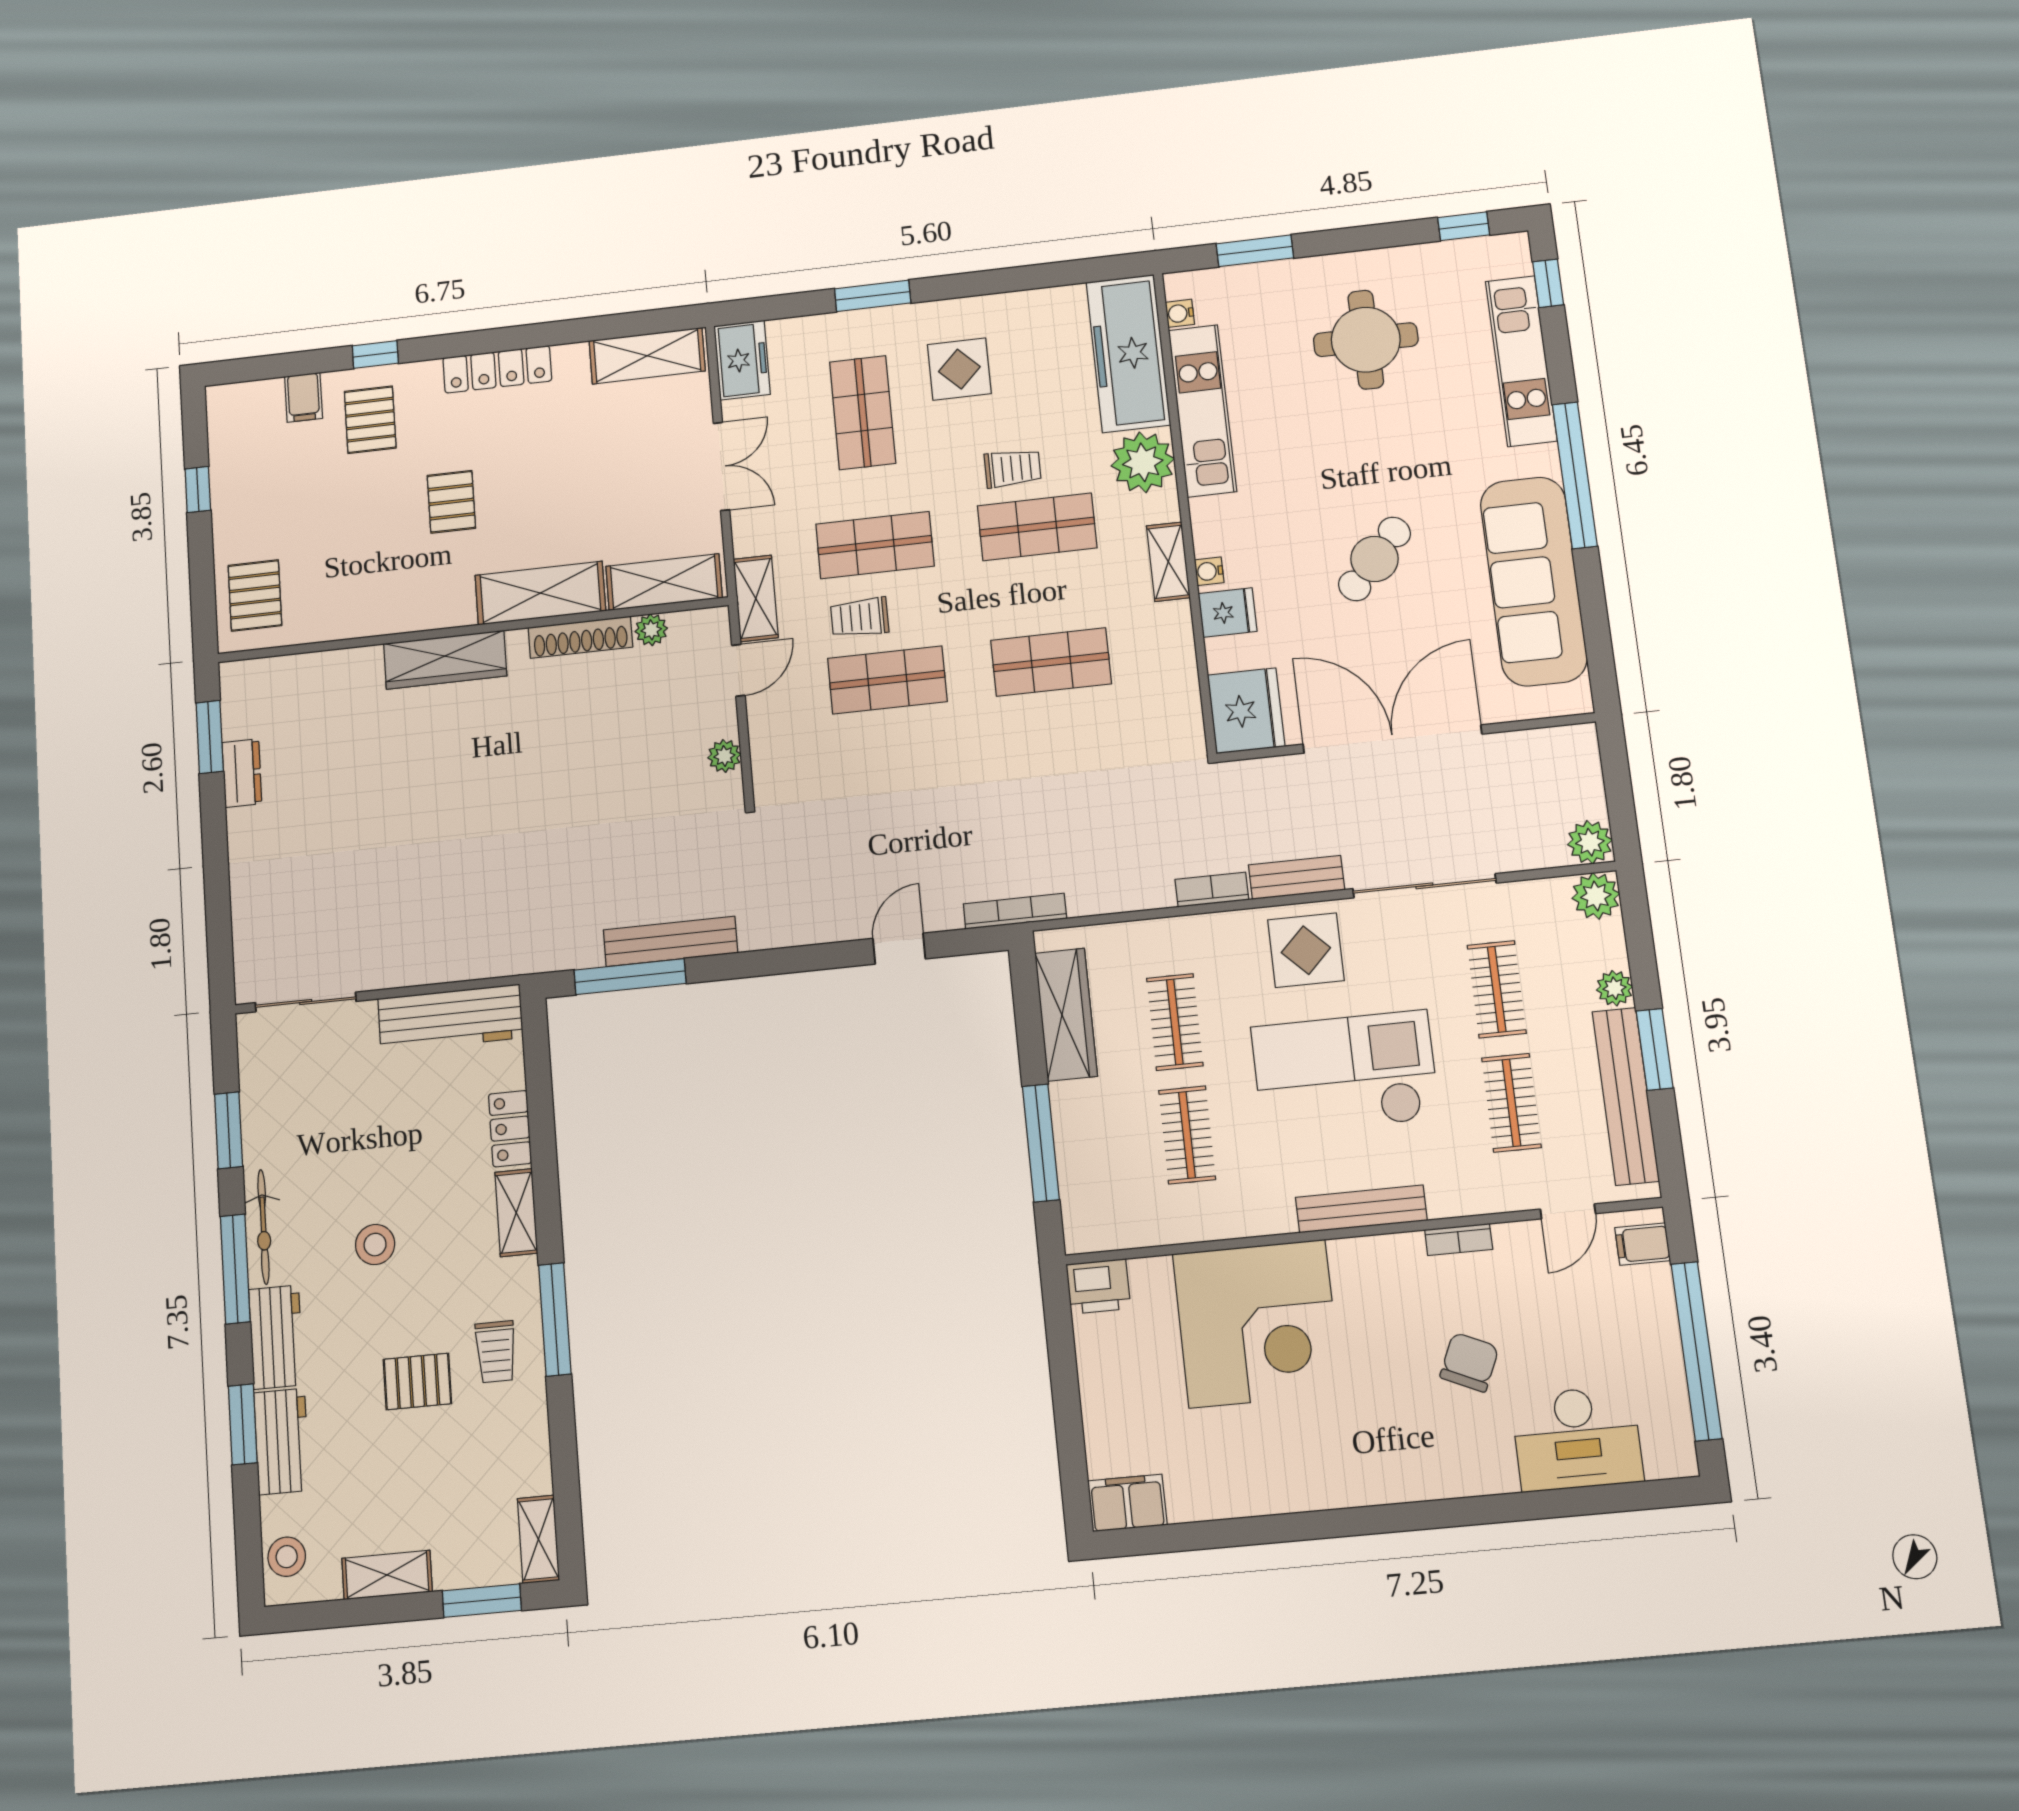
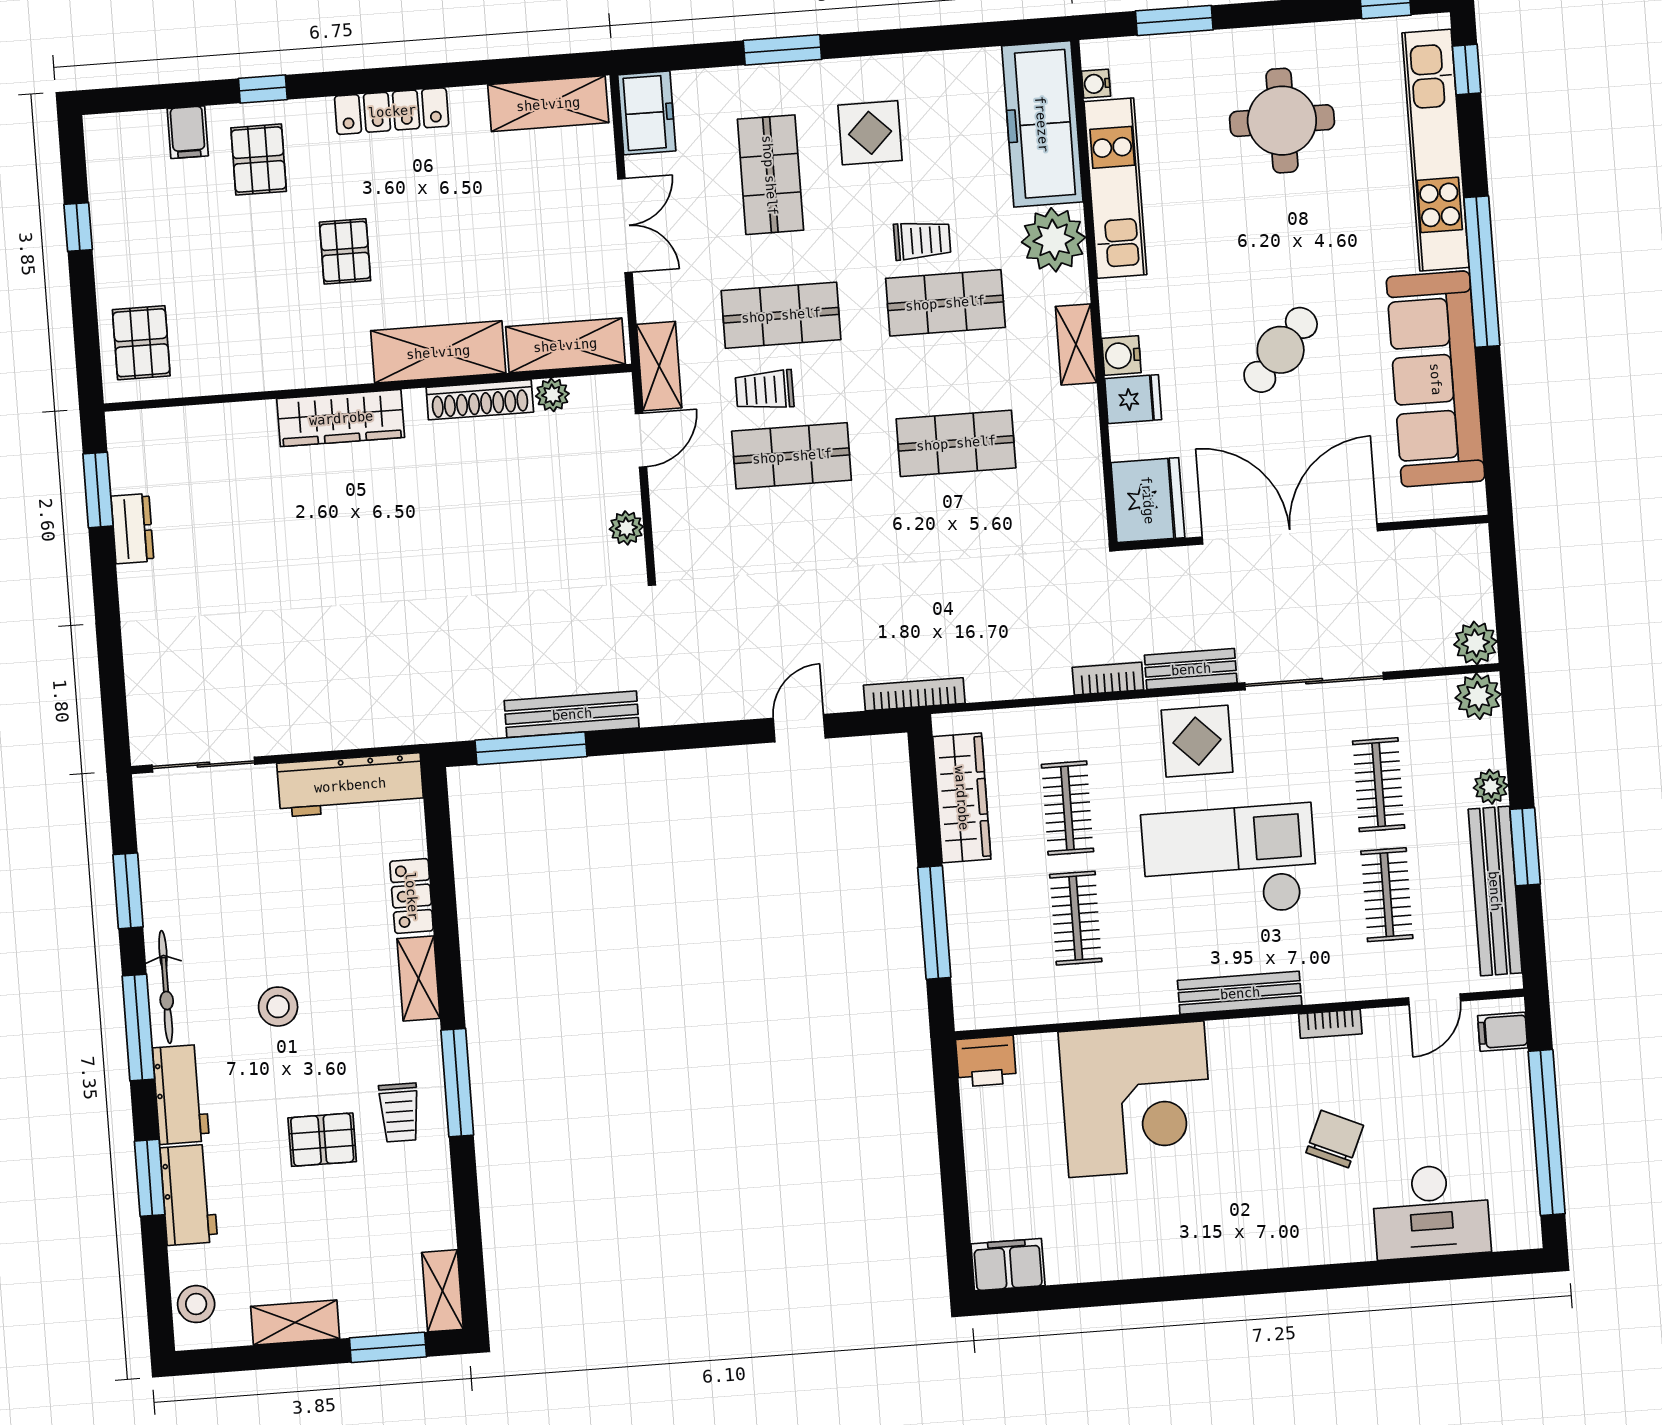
kitchen unit: (1521, 361) -> (1436, 150), width x1.36
water cooler: (1209, 571) -> (1121, 356), width x1.38, depth x1.38

